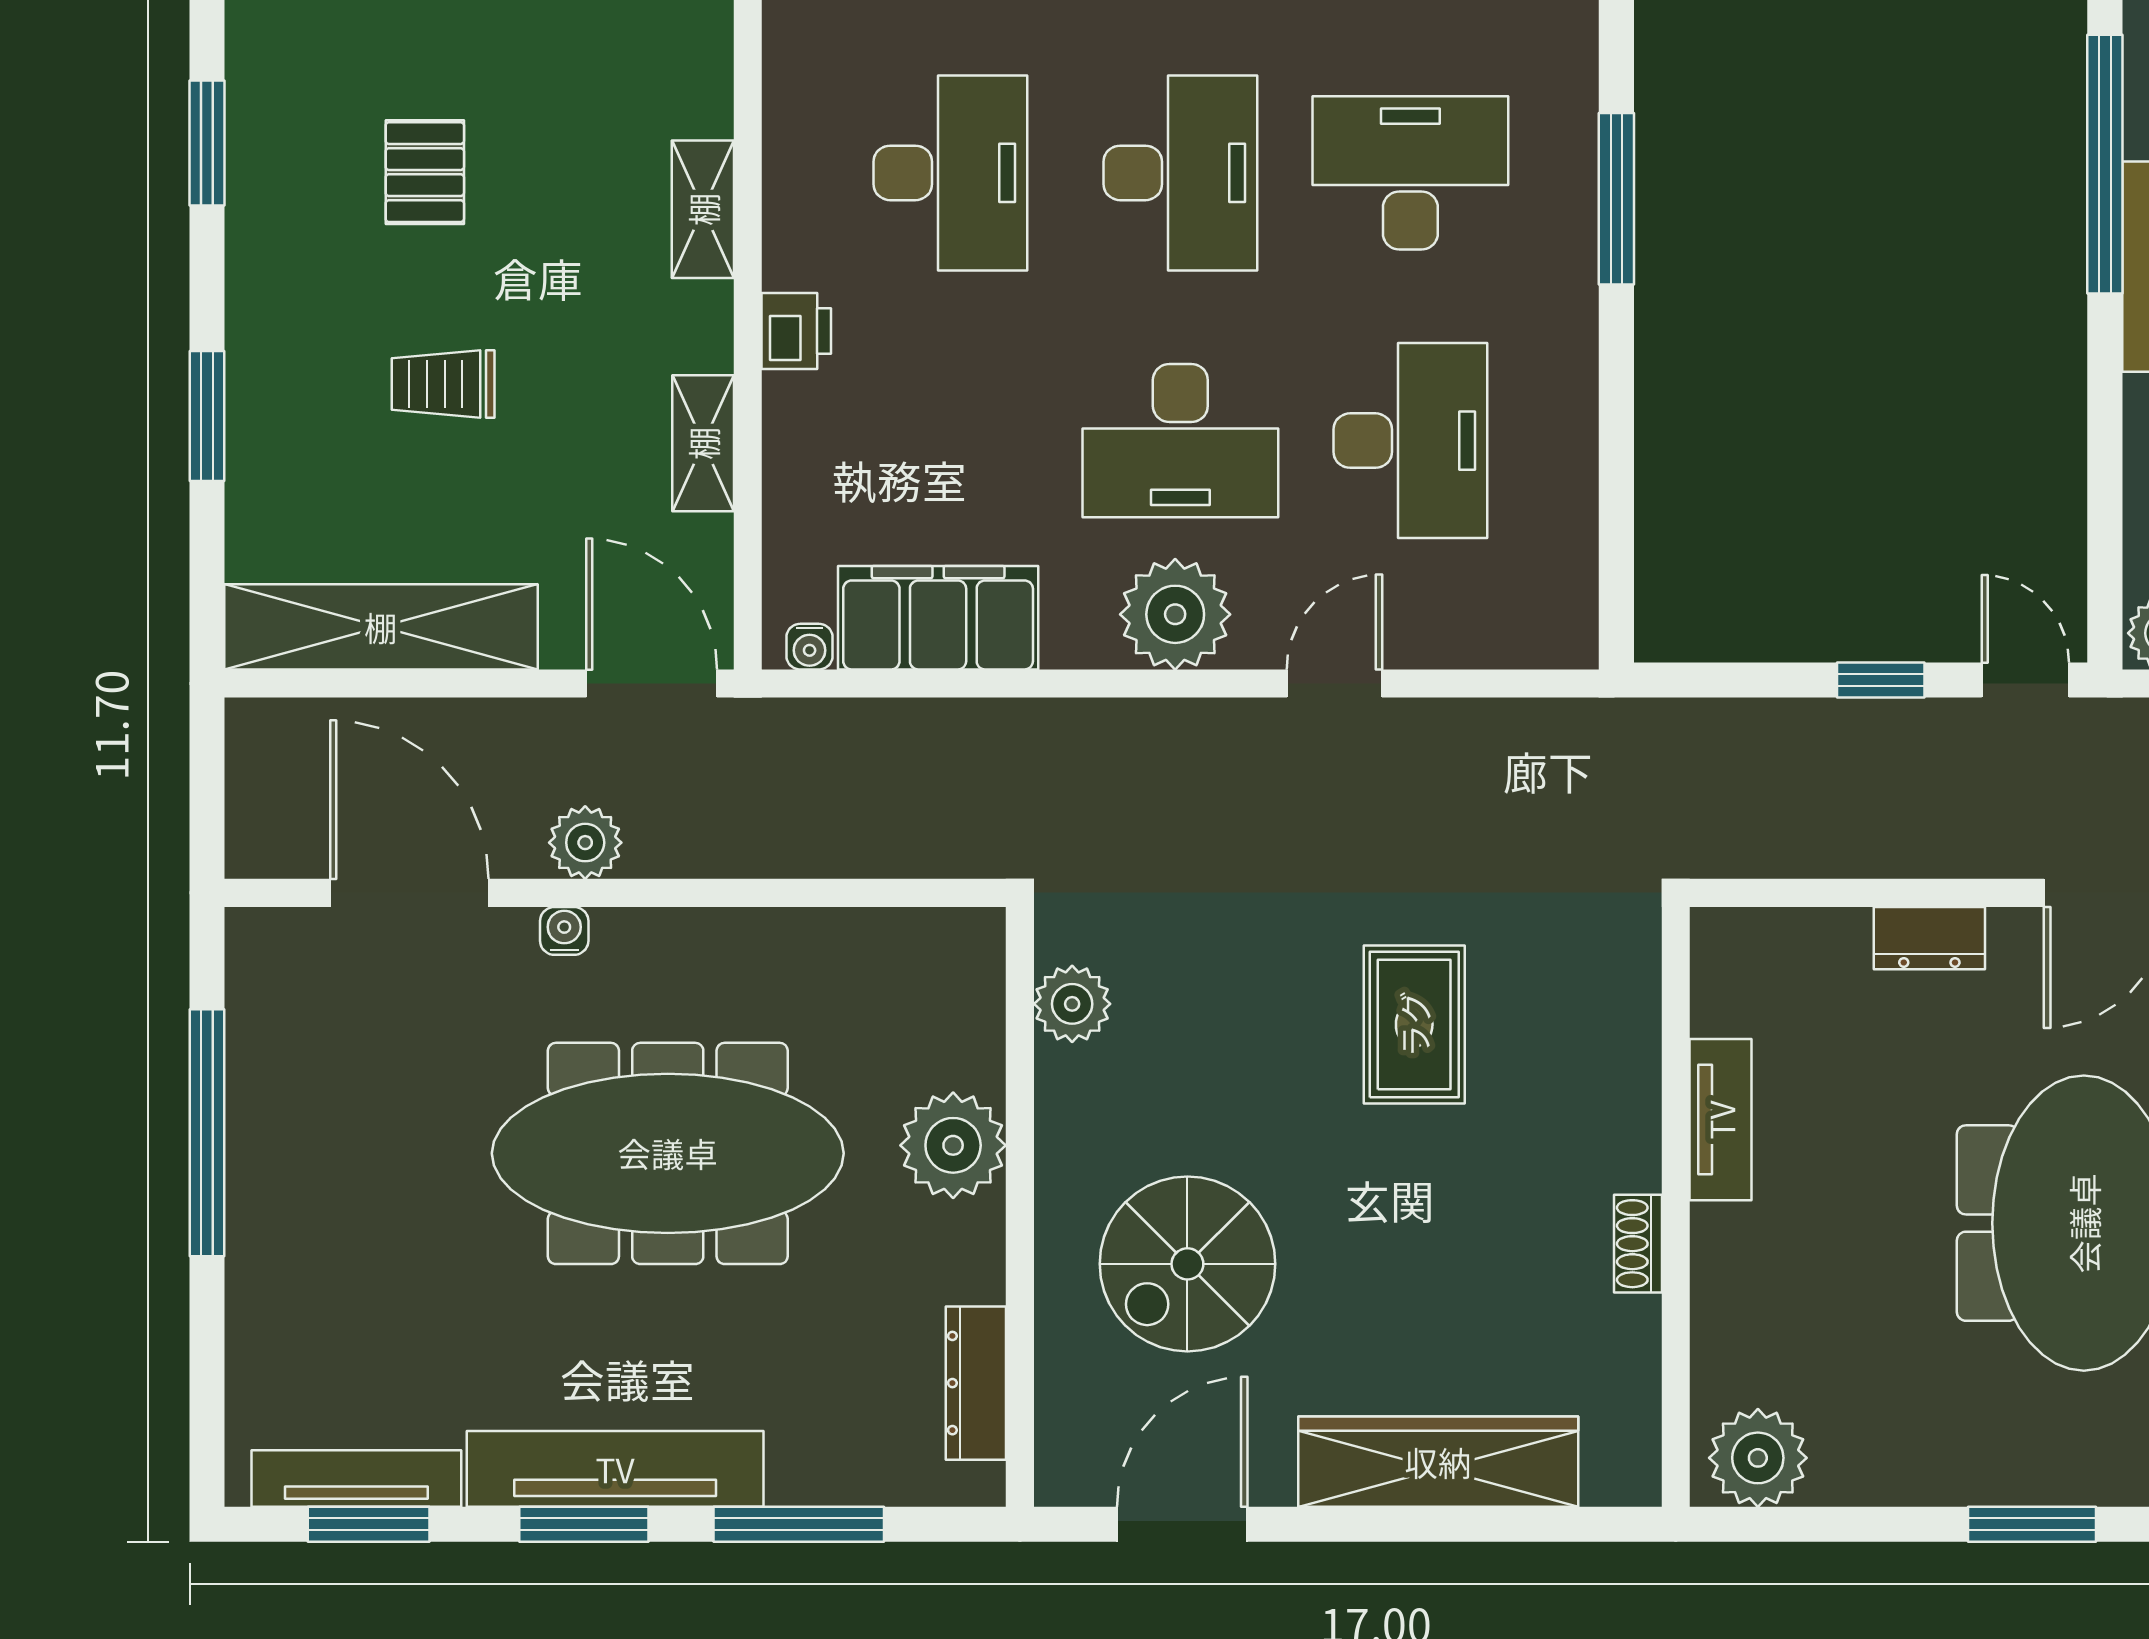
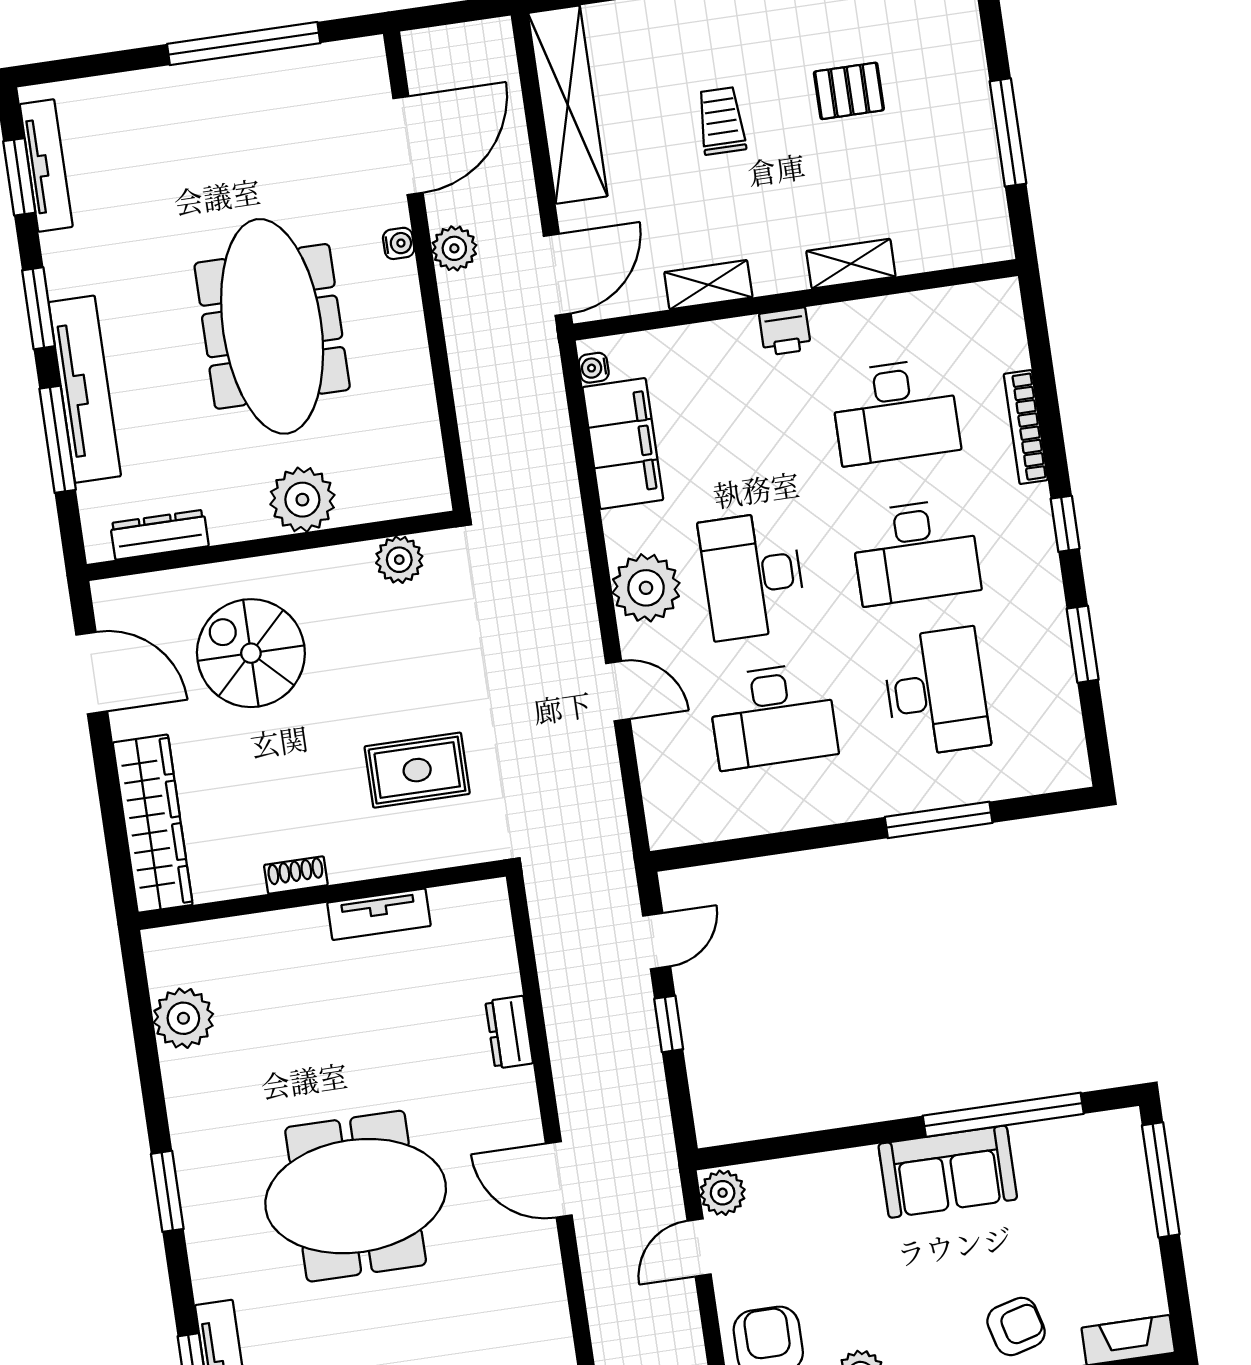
door: (2025, 680) -> (657, 941), moved
dresser: (1929, 938) -> (509, 1032), moved
tv unit: (1721, 1120) -> (379, 914), moved
wall: (1676, 1207) -> (322, 895), moved
shoe rack: (1638, 1244) -> (296, 875), moved
tv unit: (615, 1469) -> (85, 389), moved

